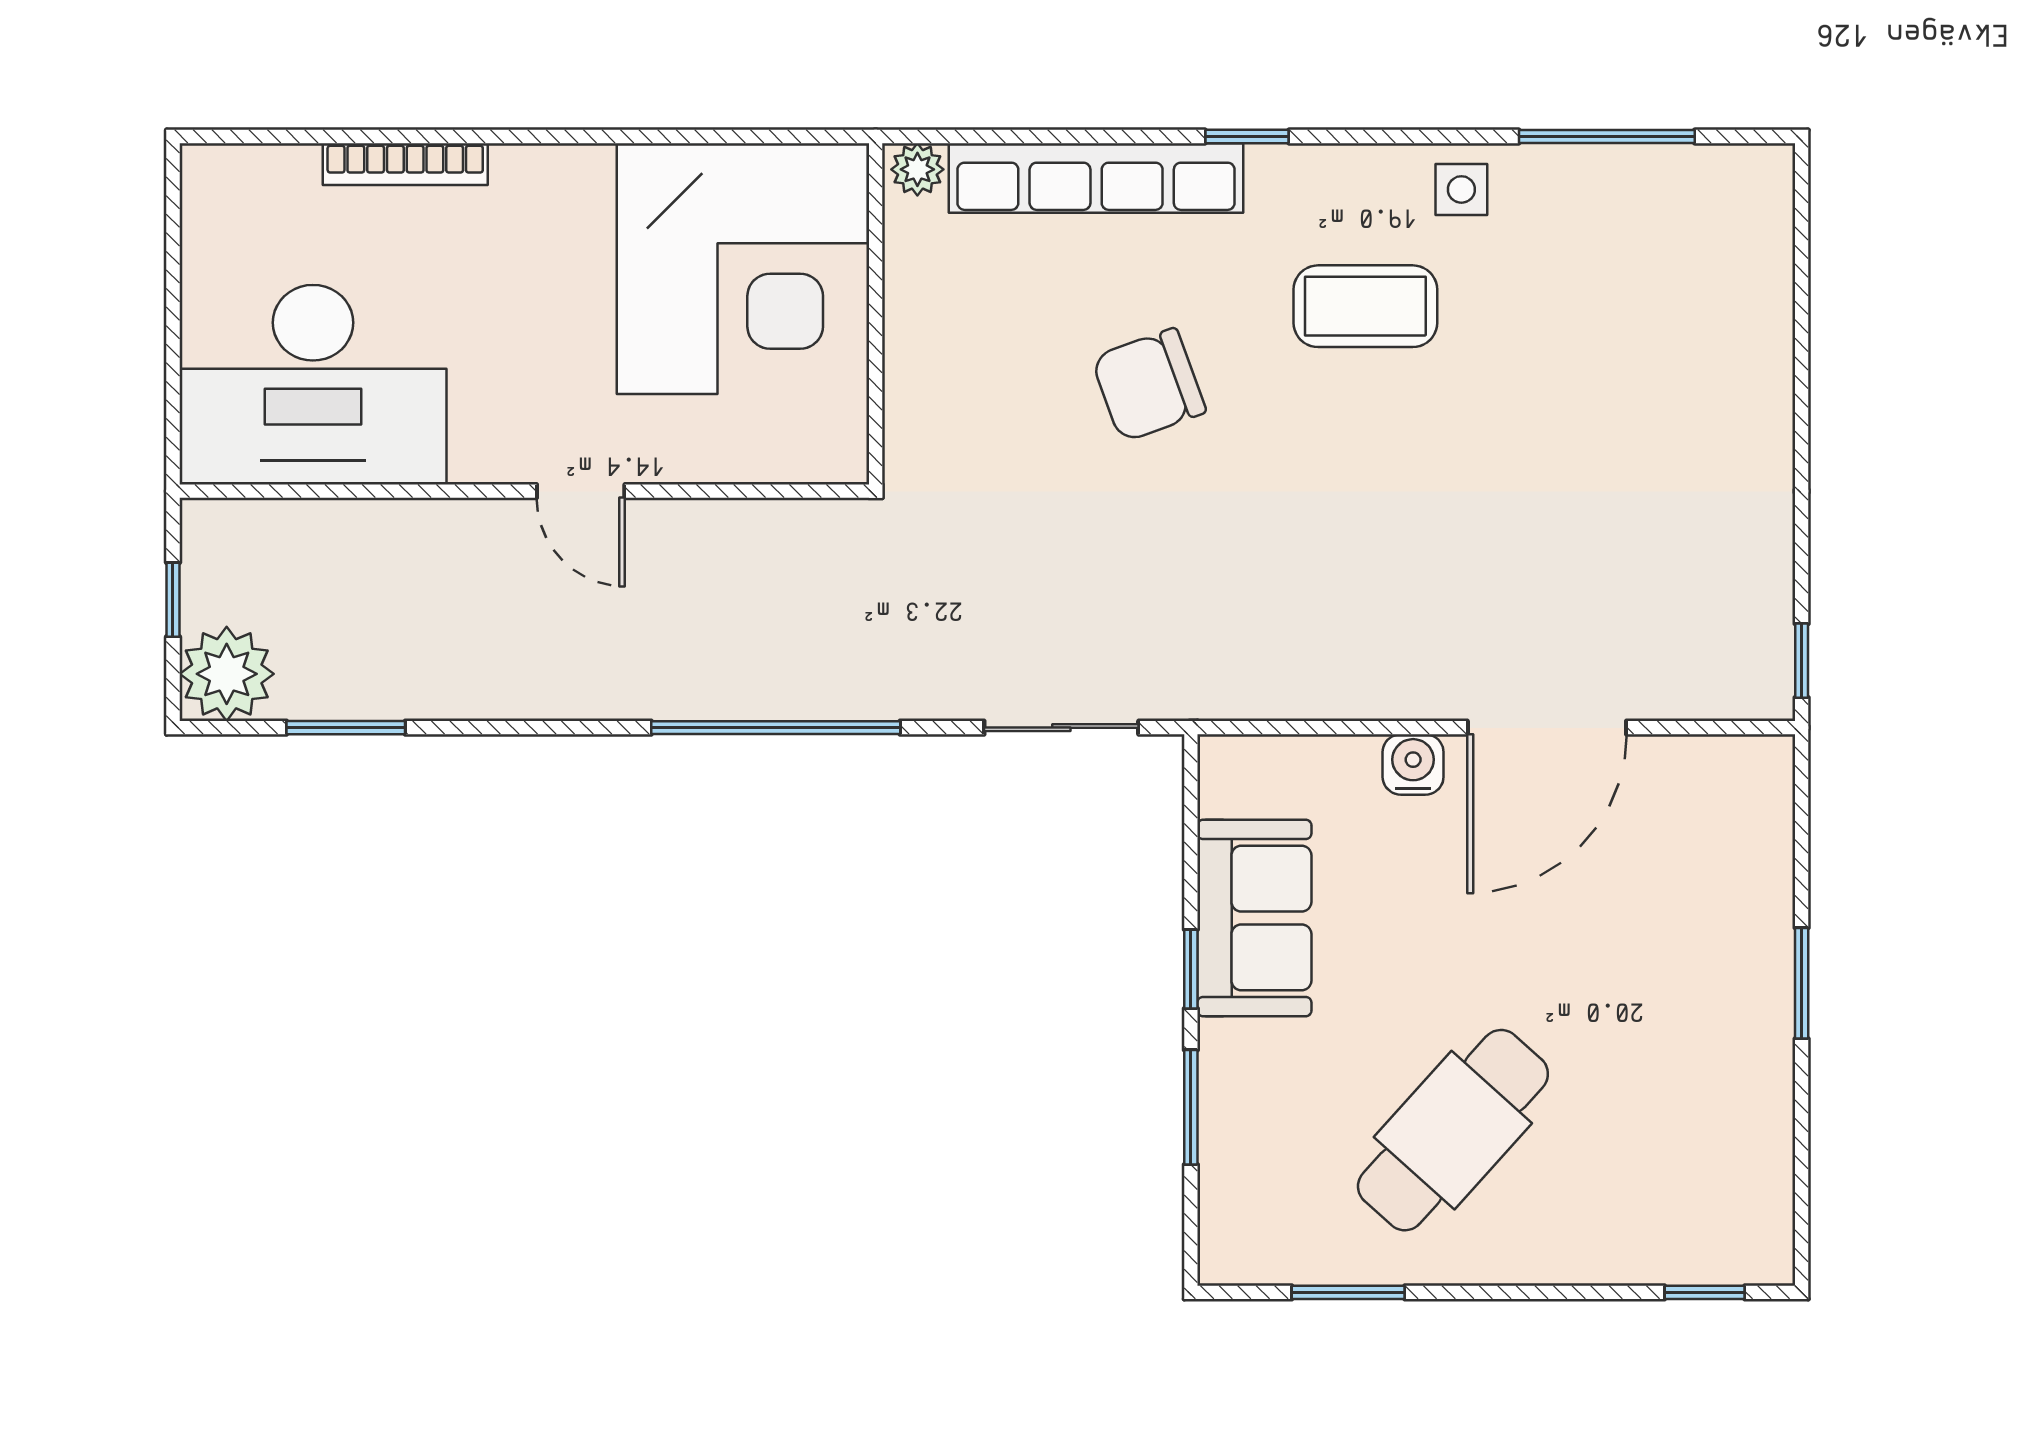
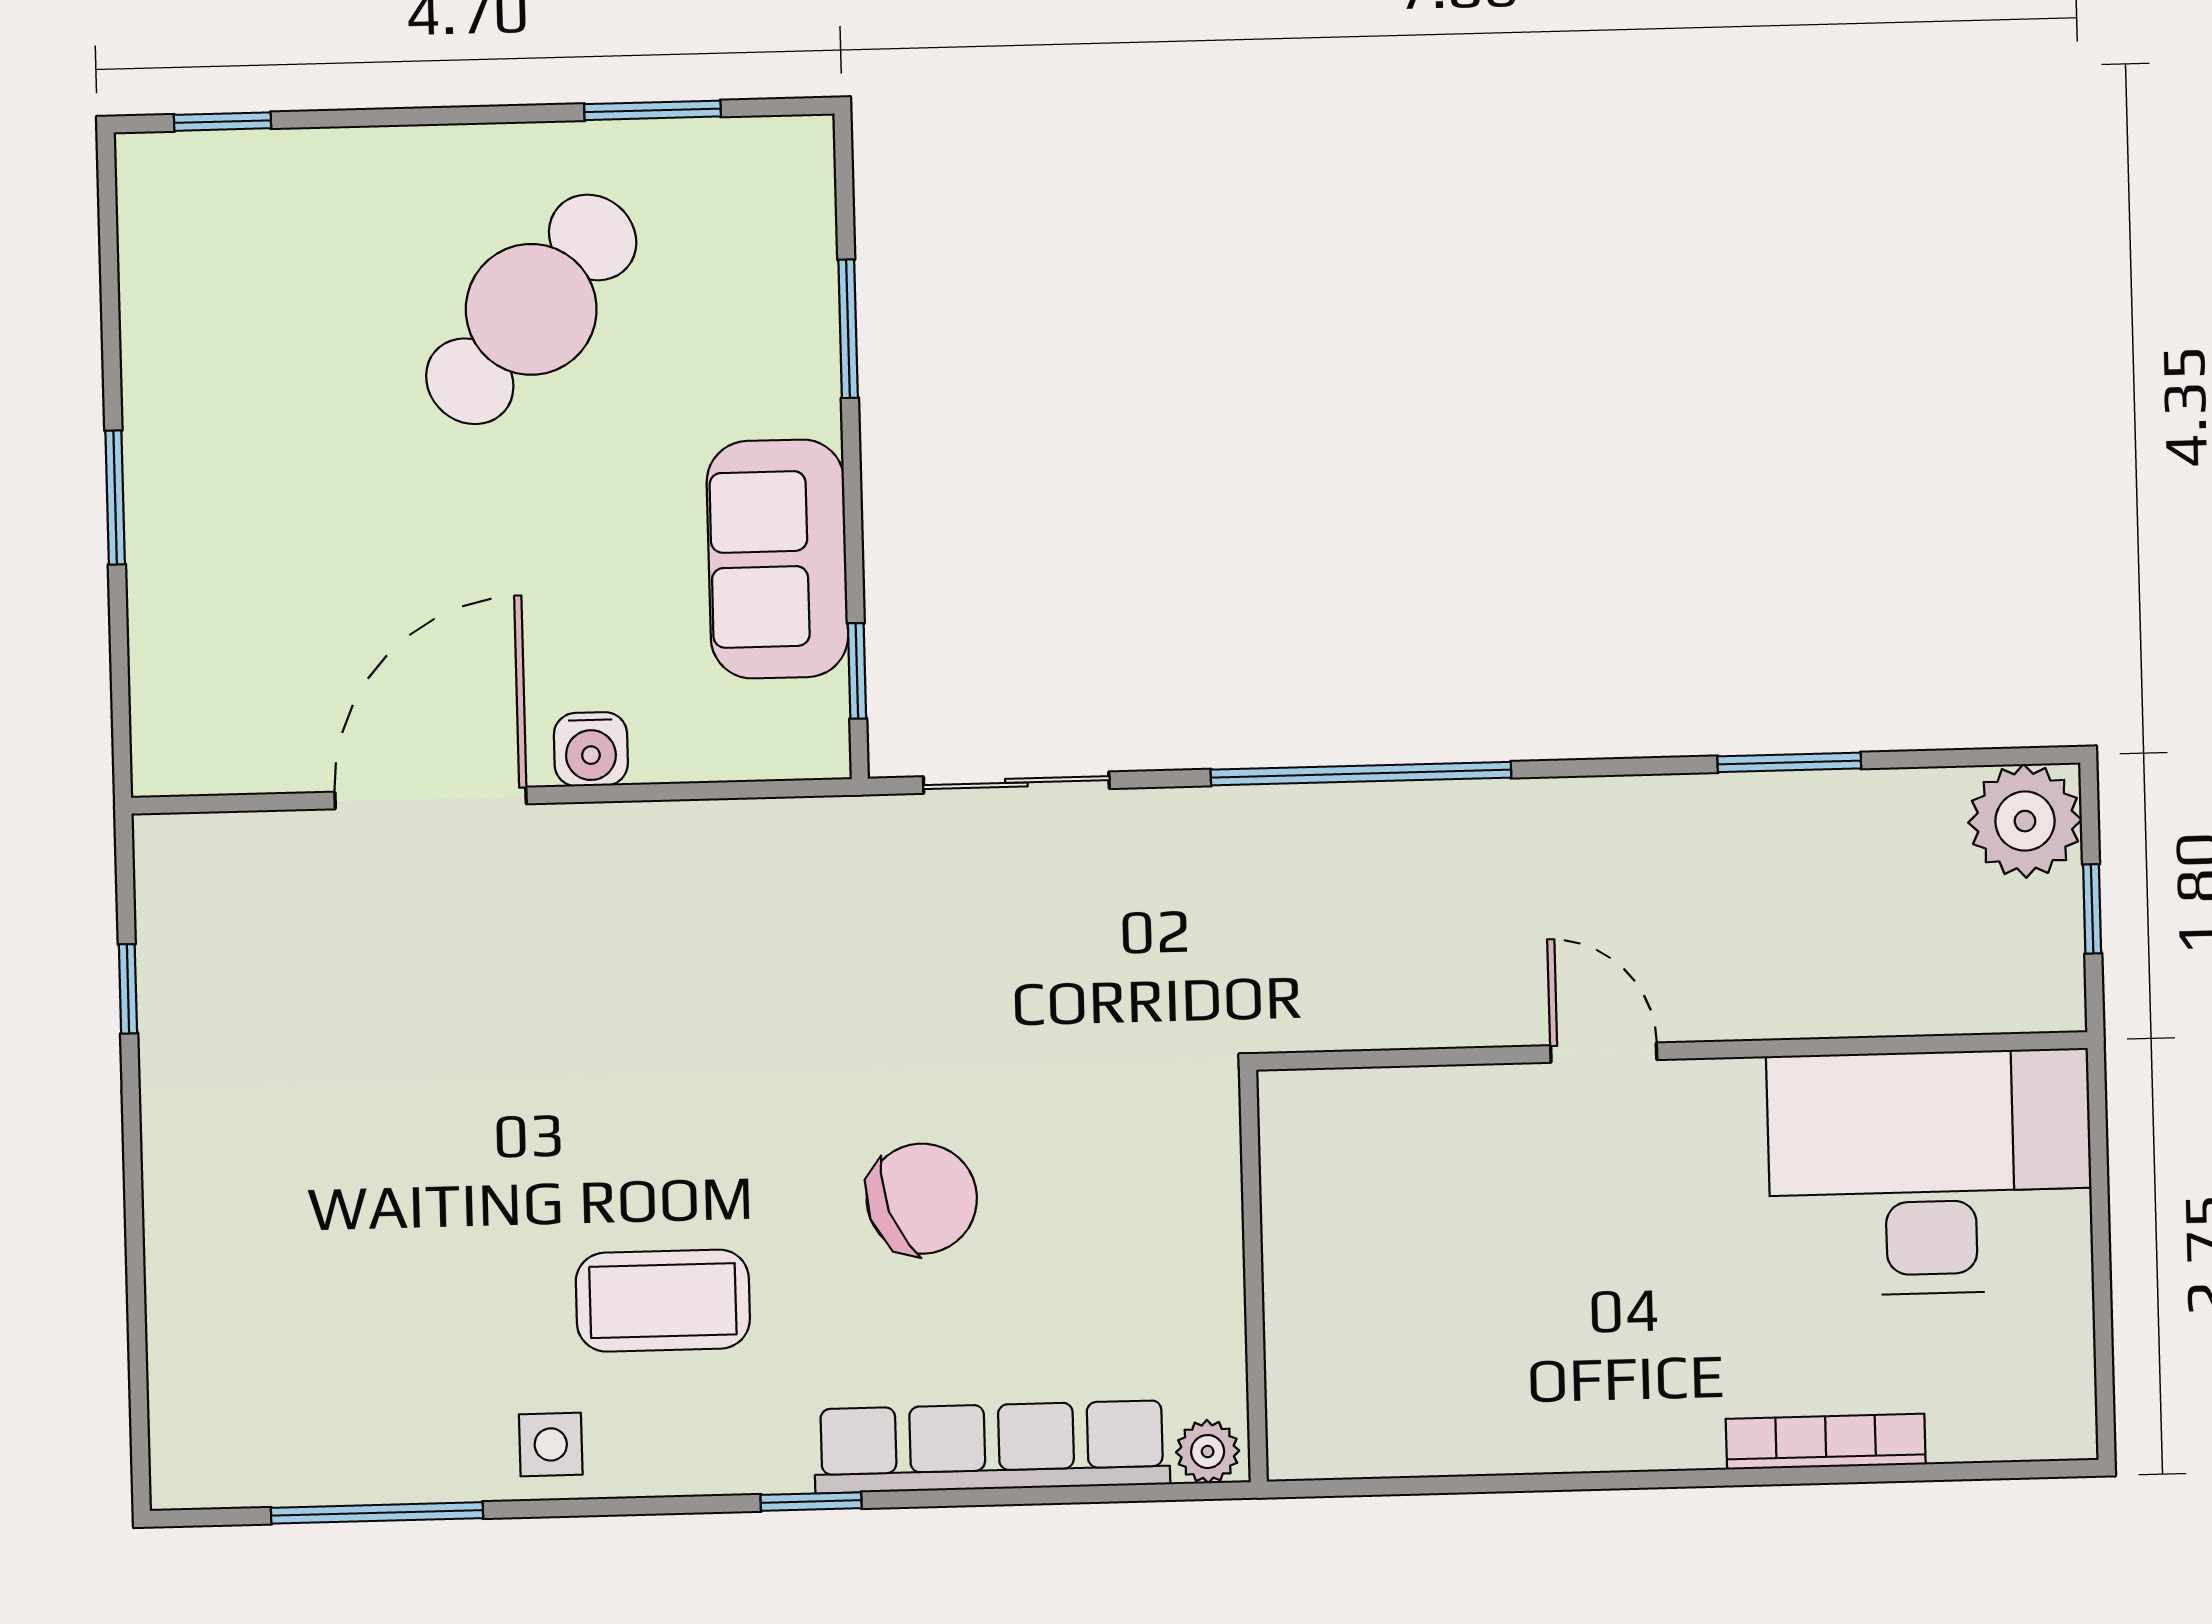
corner desk: (742, 269) -> (1416, 1326), removed
window: (1802, 661) -> (128, 989), moved
window: (346, 728) -> (1789, 762), moved
window: (1191, 969) -> (857, 671), moved

